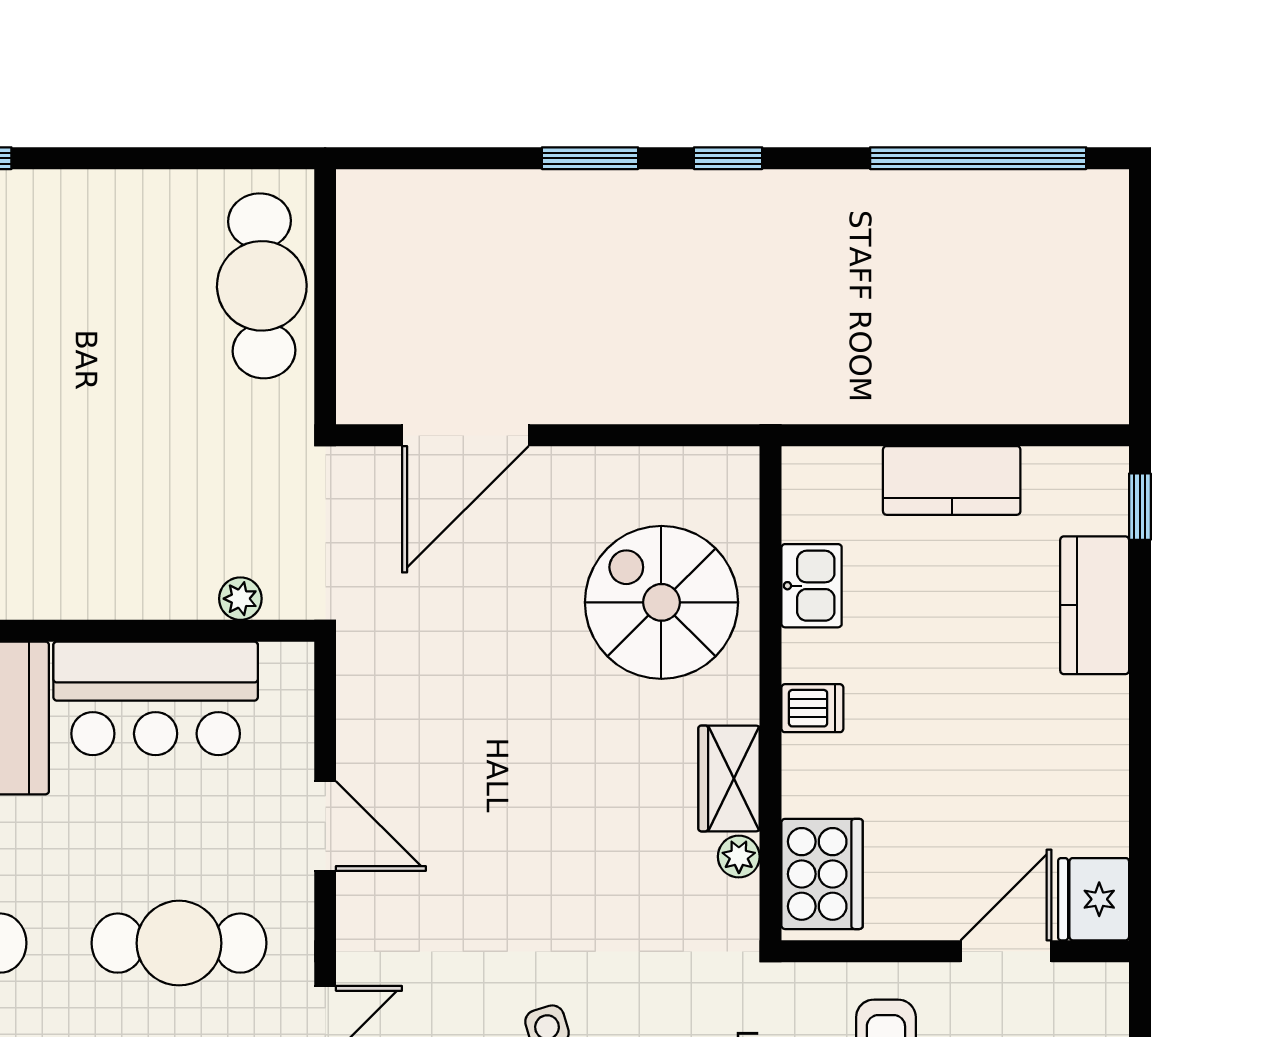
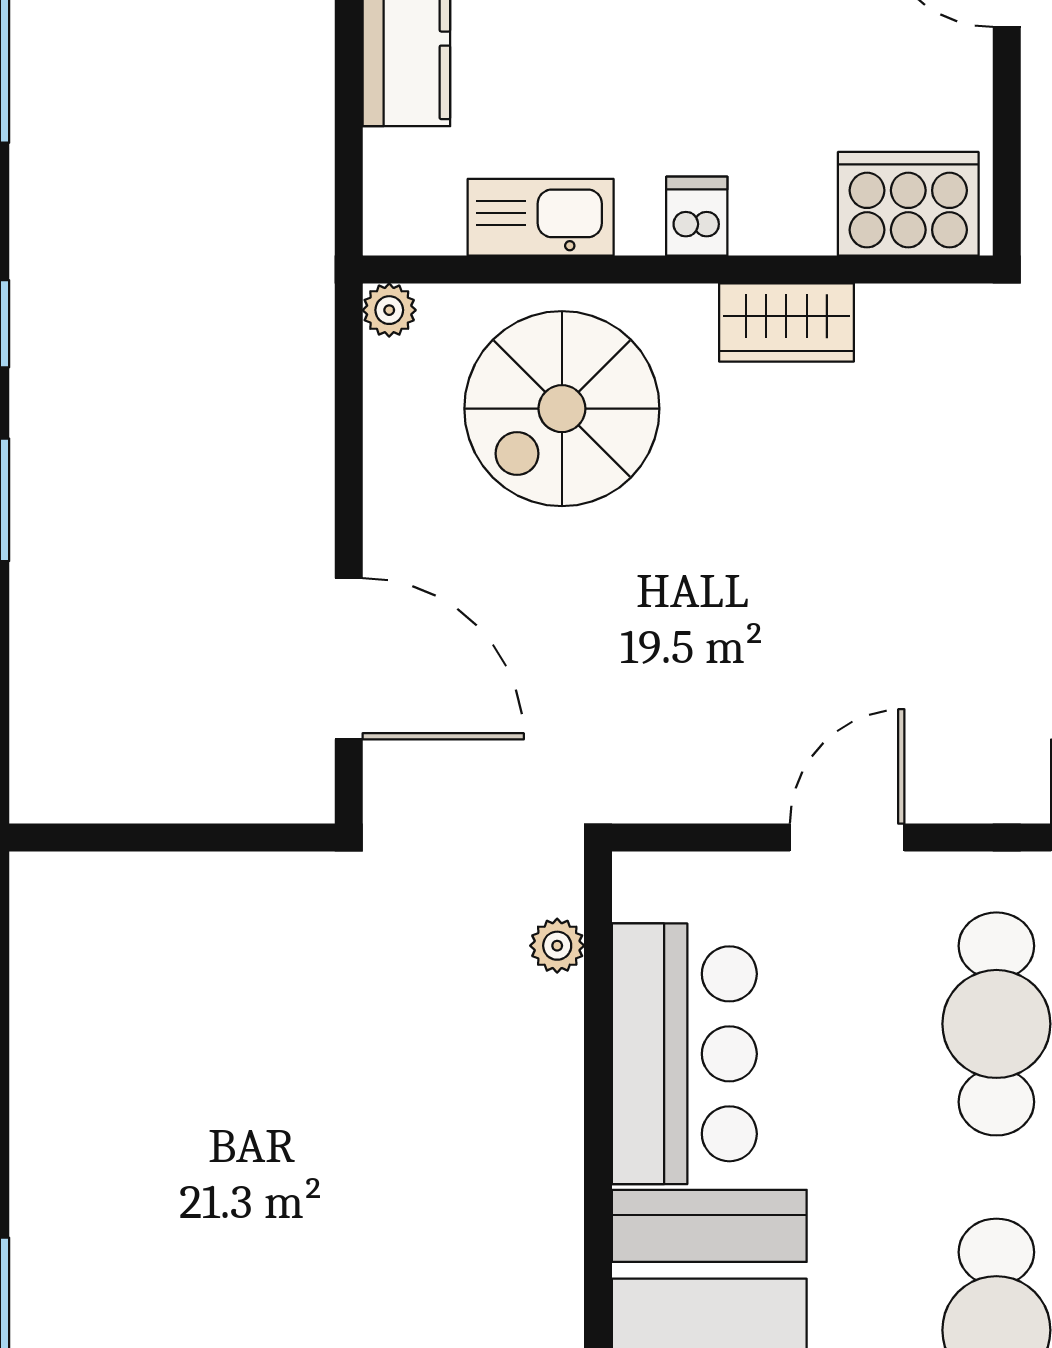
cafe table: (262, 286) -> (158, 918), removed
kitchen sink: (812, 586) -> (541, 217), width x1.38
plant: (739, 857) -> (389, 310), moved

